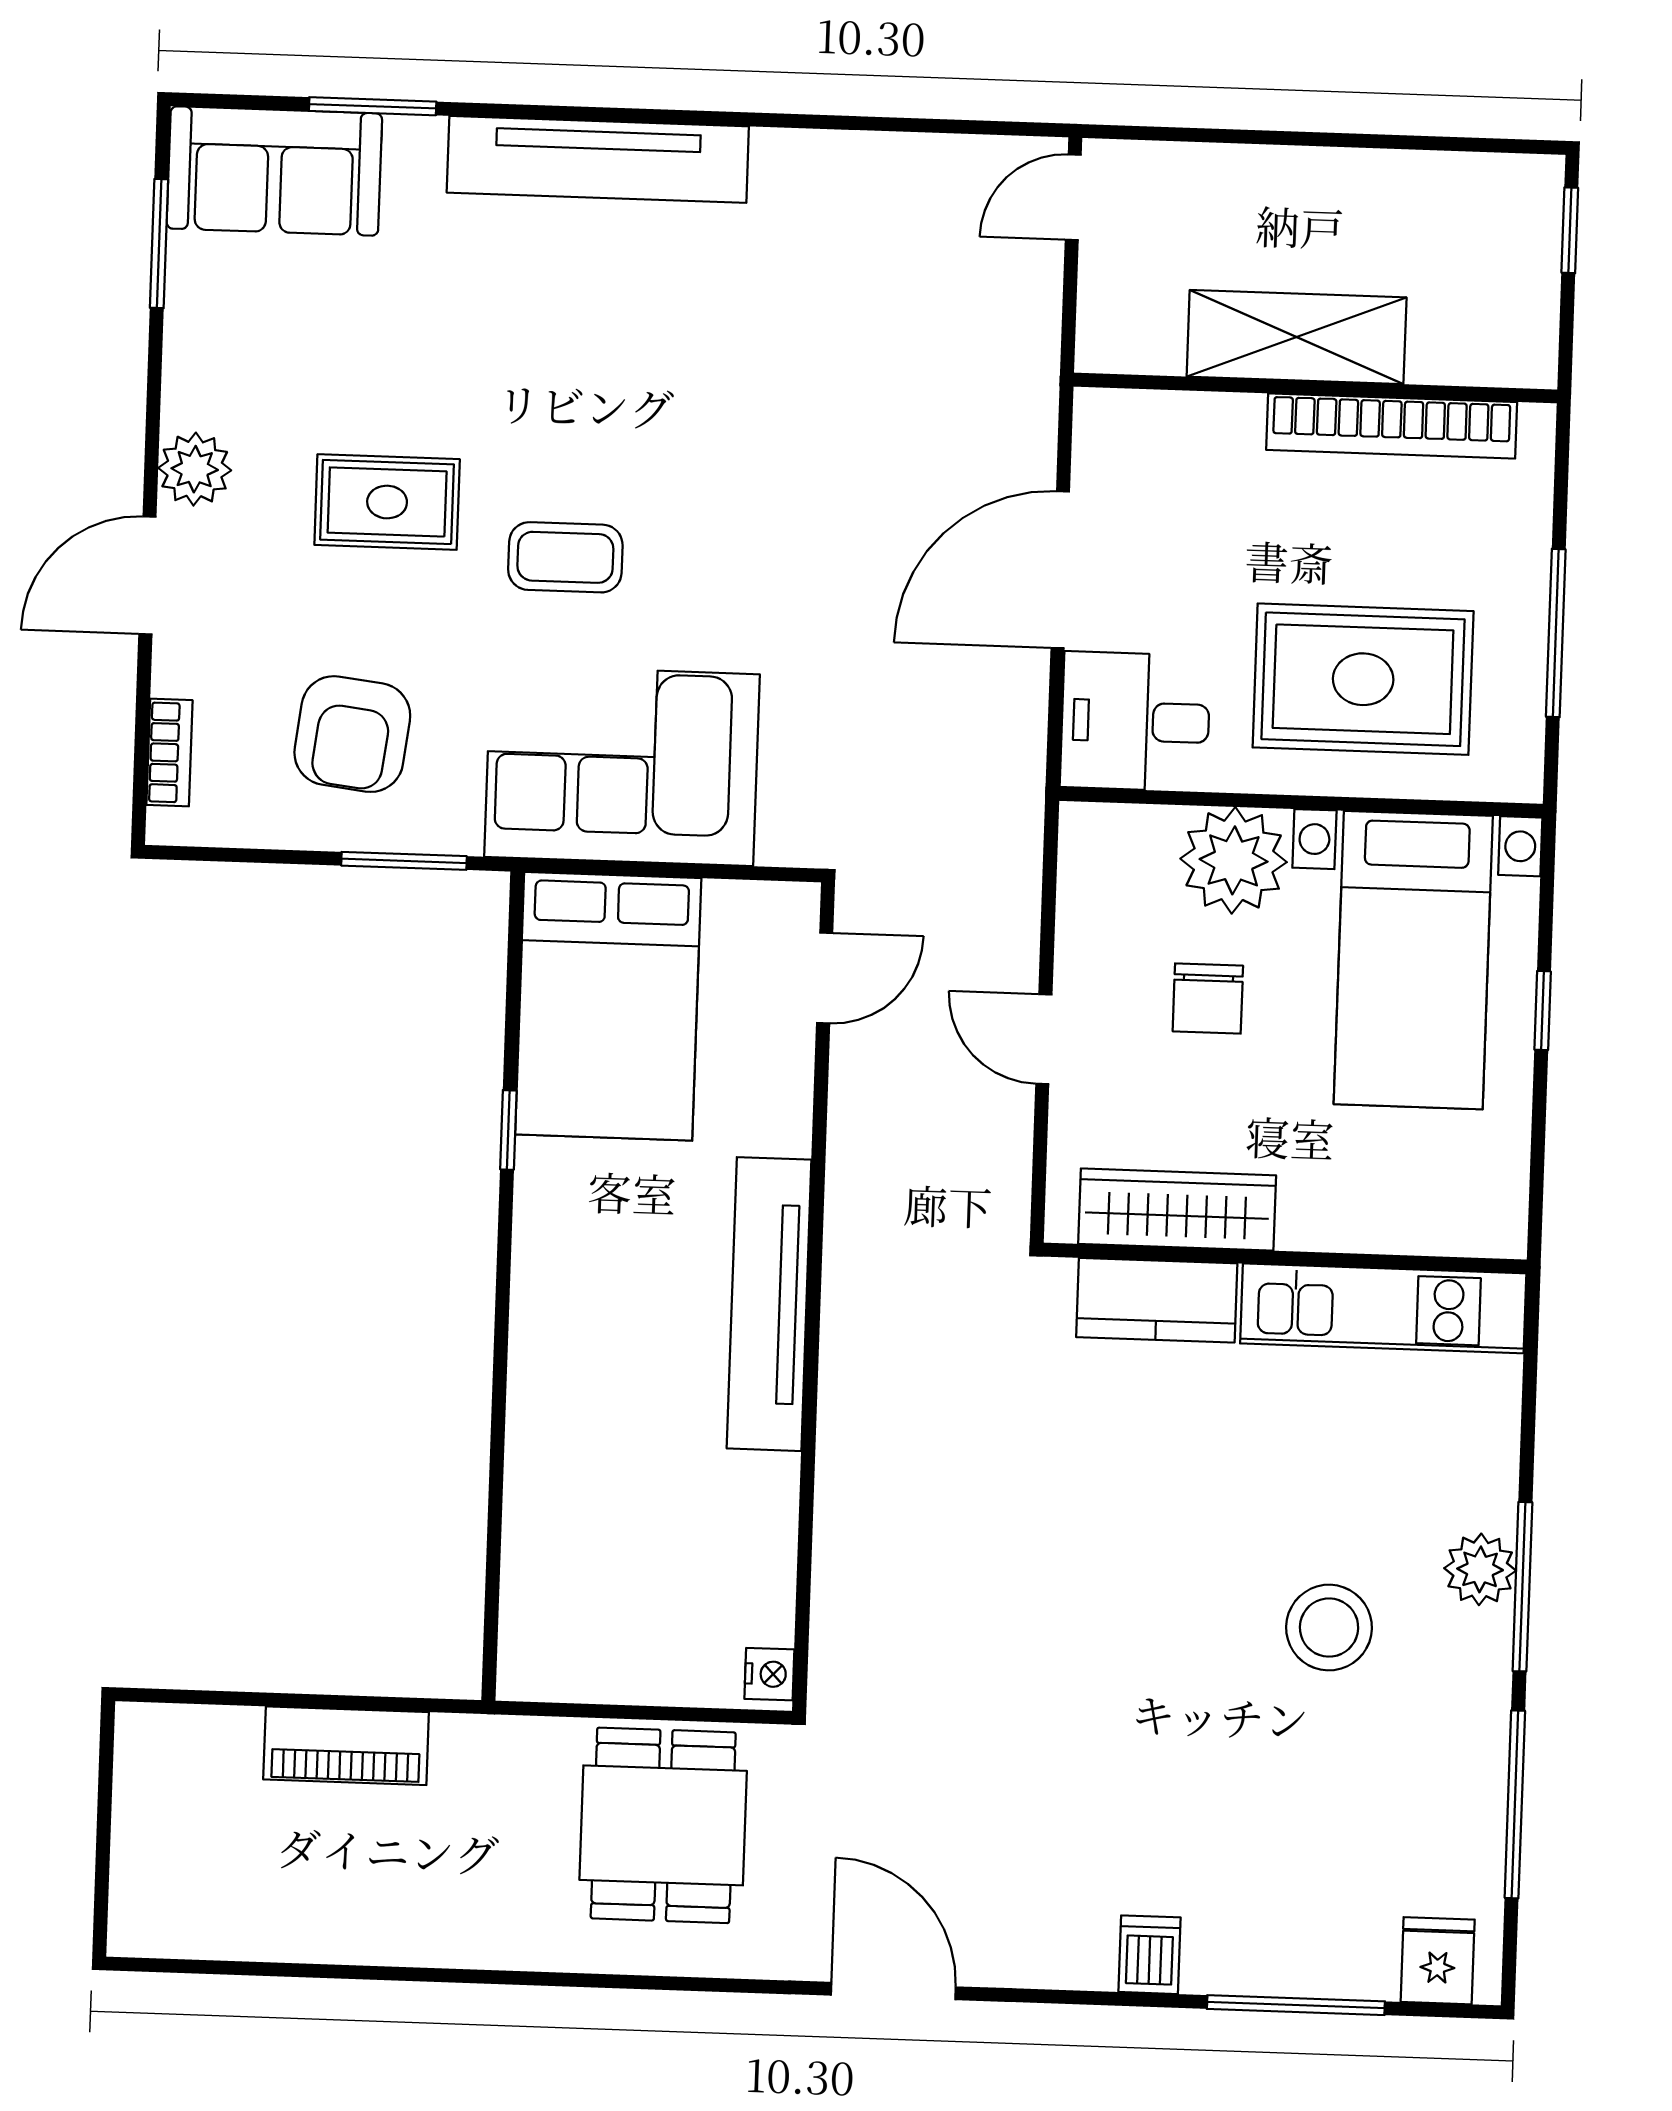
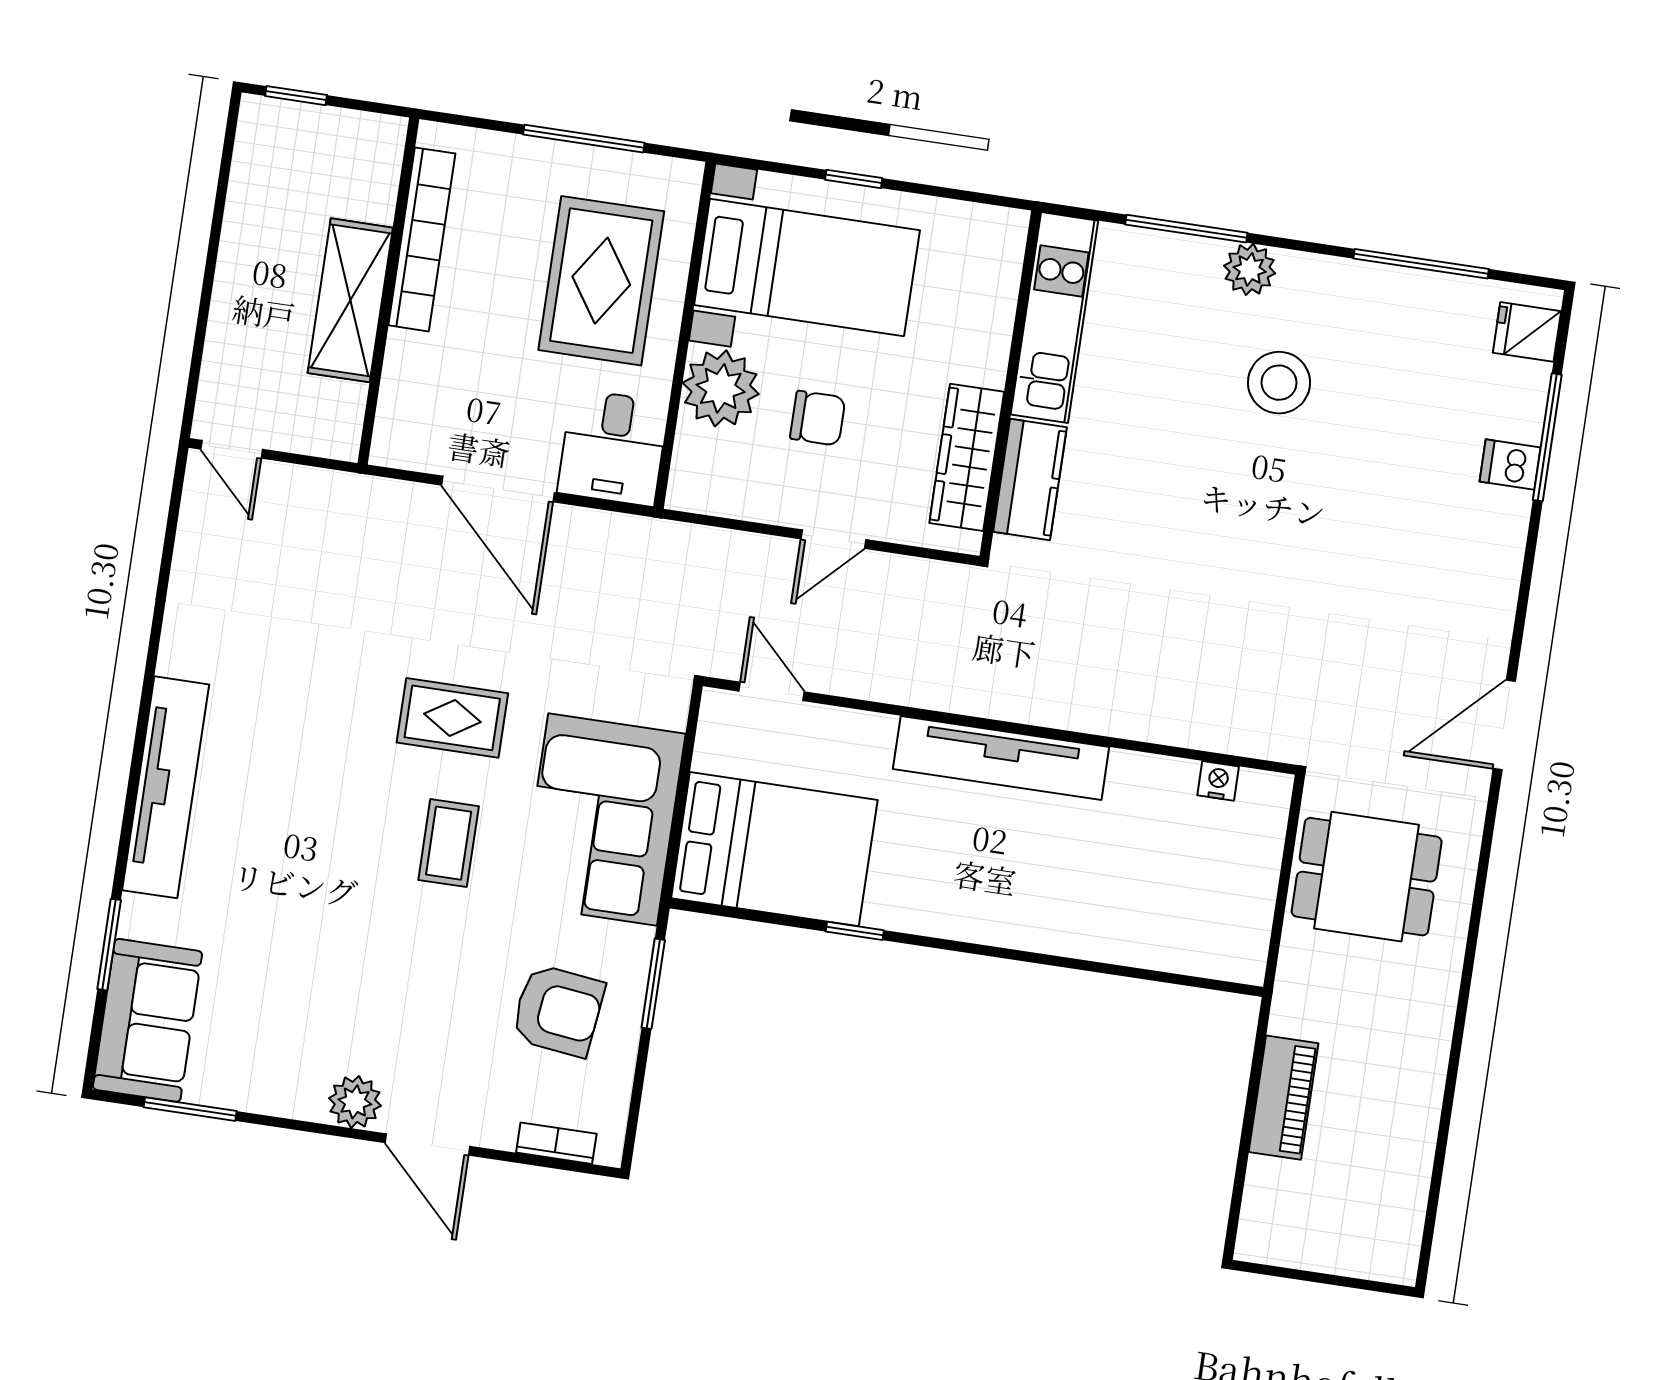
rug: (387, 502) -> (452, 718), moved, turned 90
window: (1522, 1587) -> (1186, 229), moved
nightstand: (769, 1674) -> (1218, 781), moved
dishwasher: (1150, 1955) -> (1510, 465), moved

